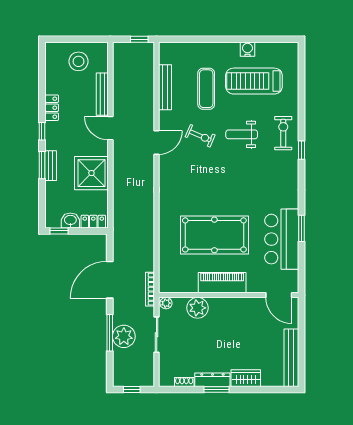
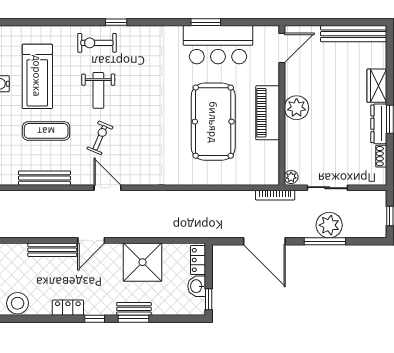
stool: (79, 61) -> (18, 303), moved
plant: (198, 308) -> (297, 108), moved

